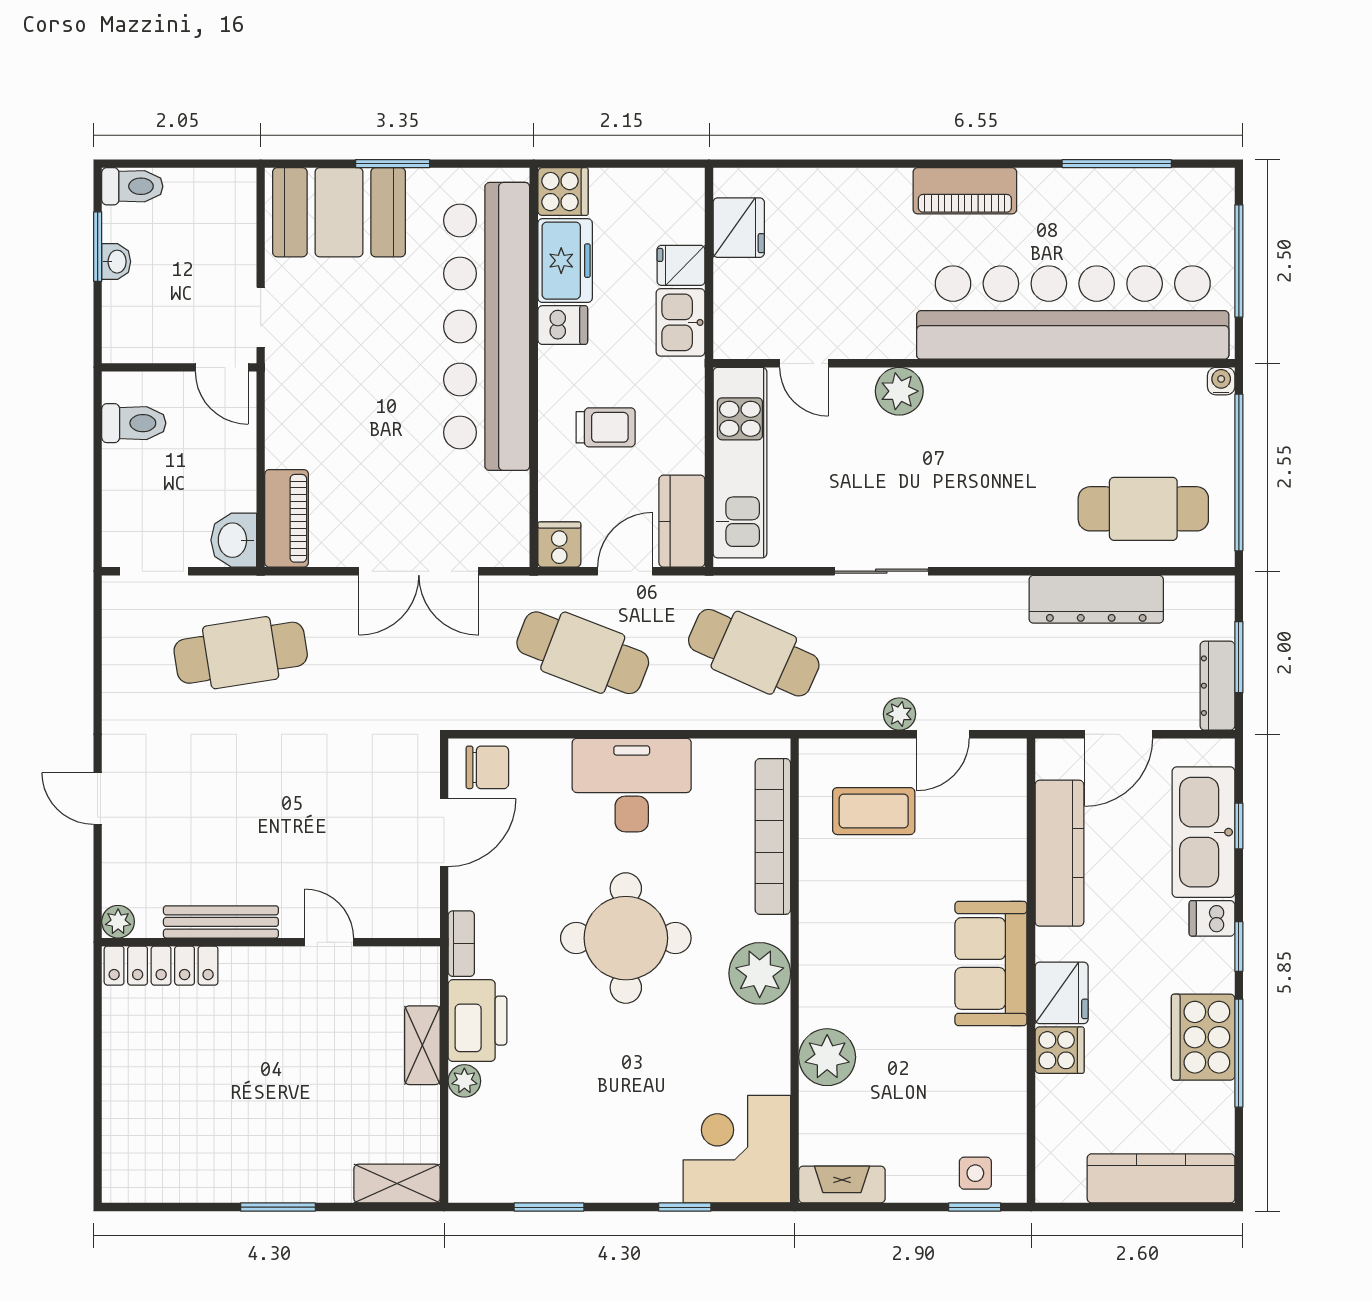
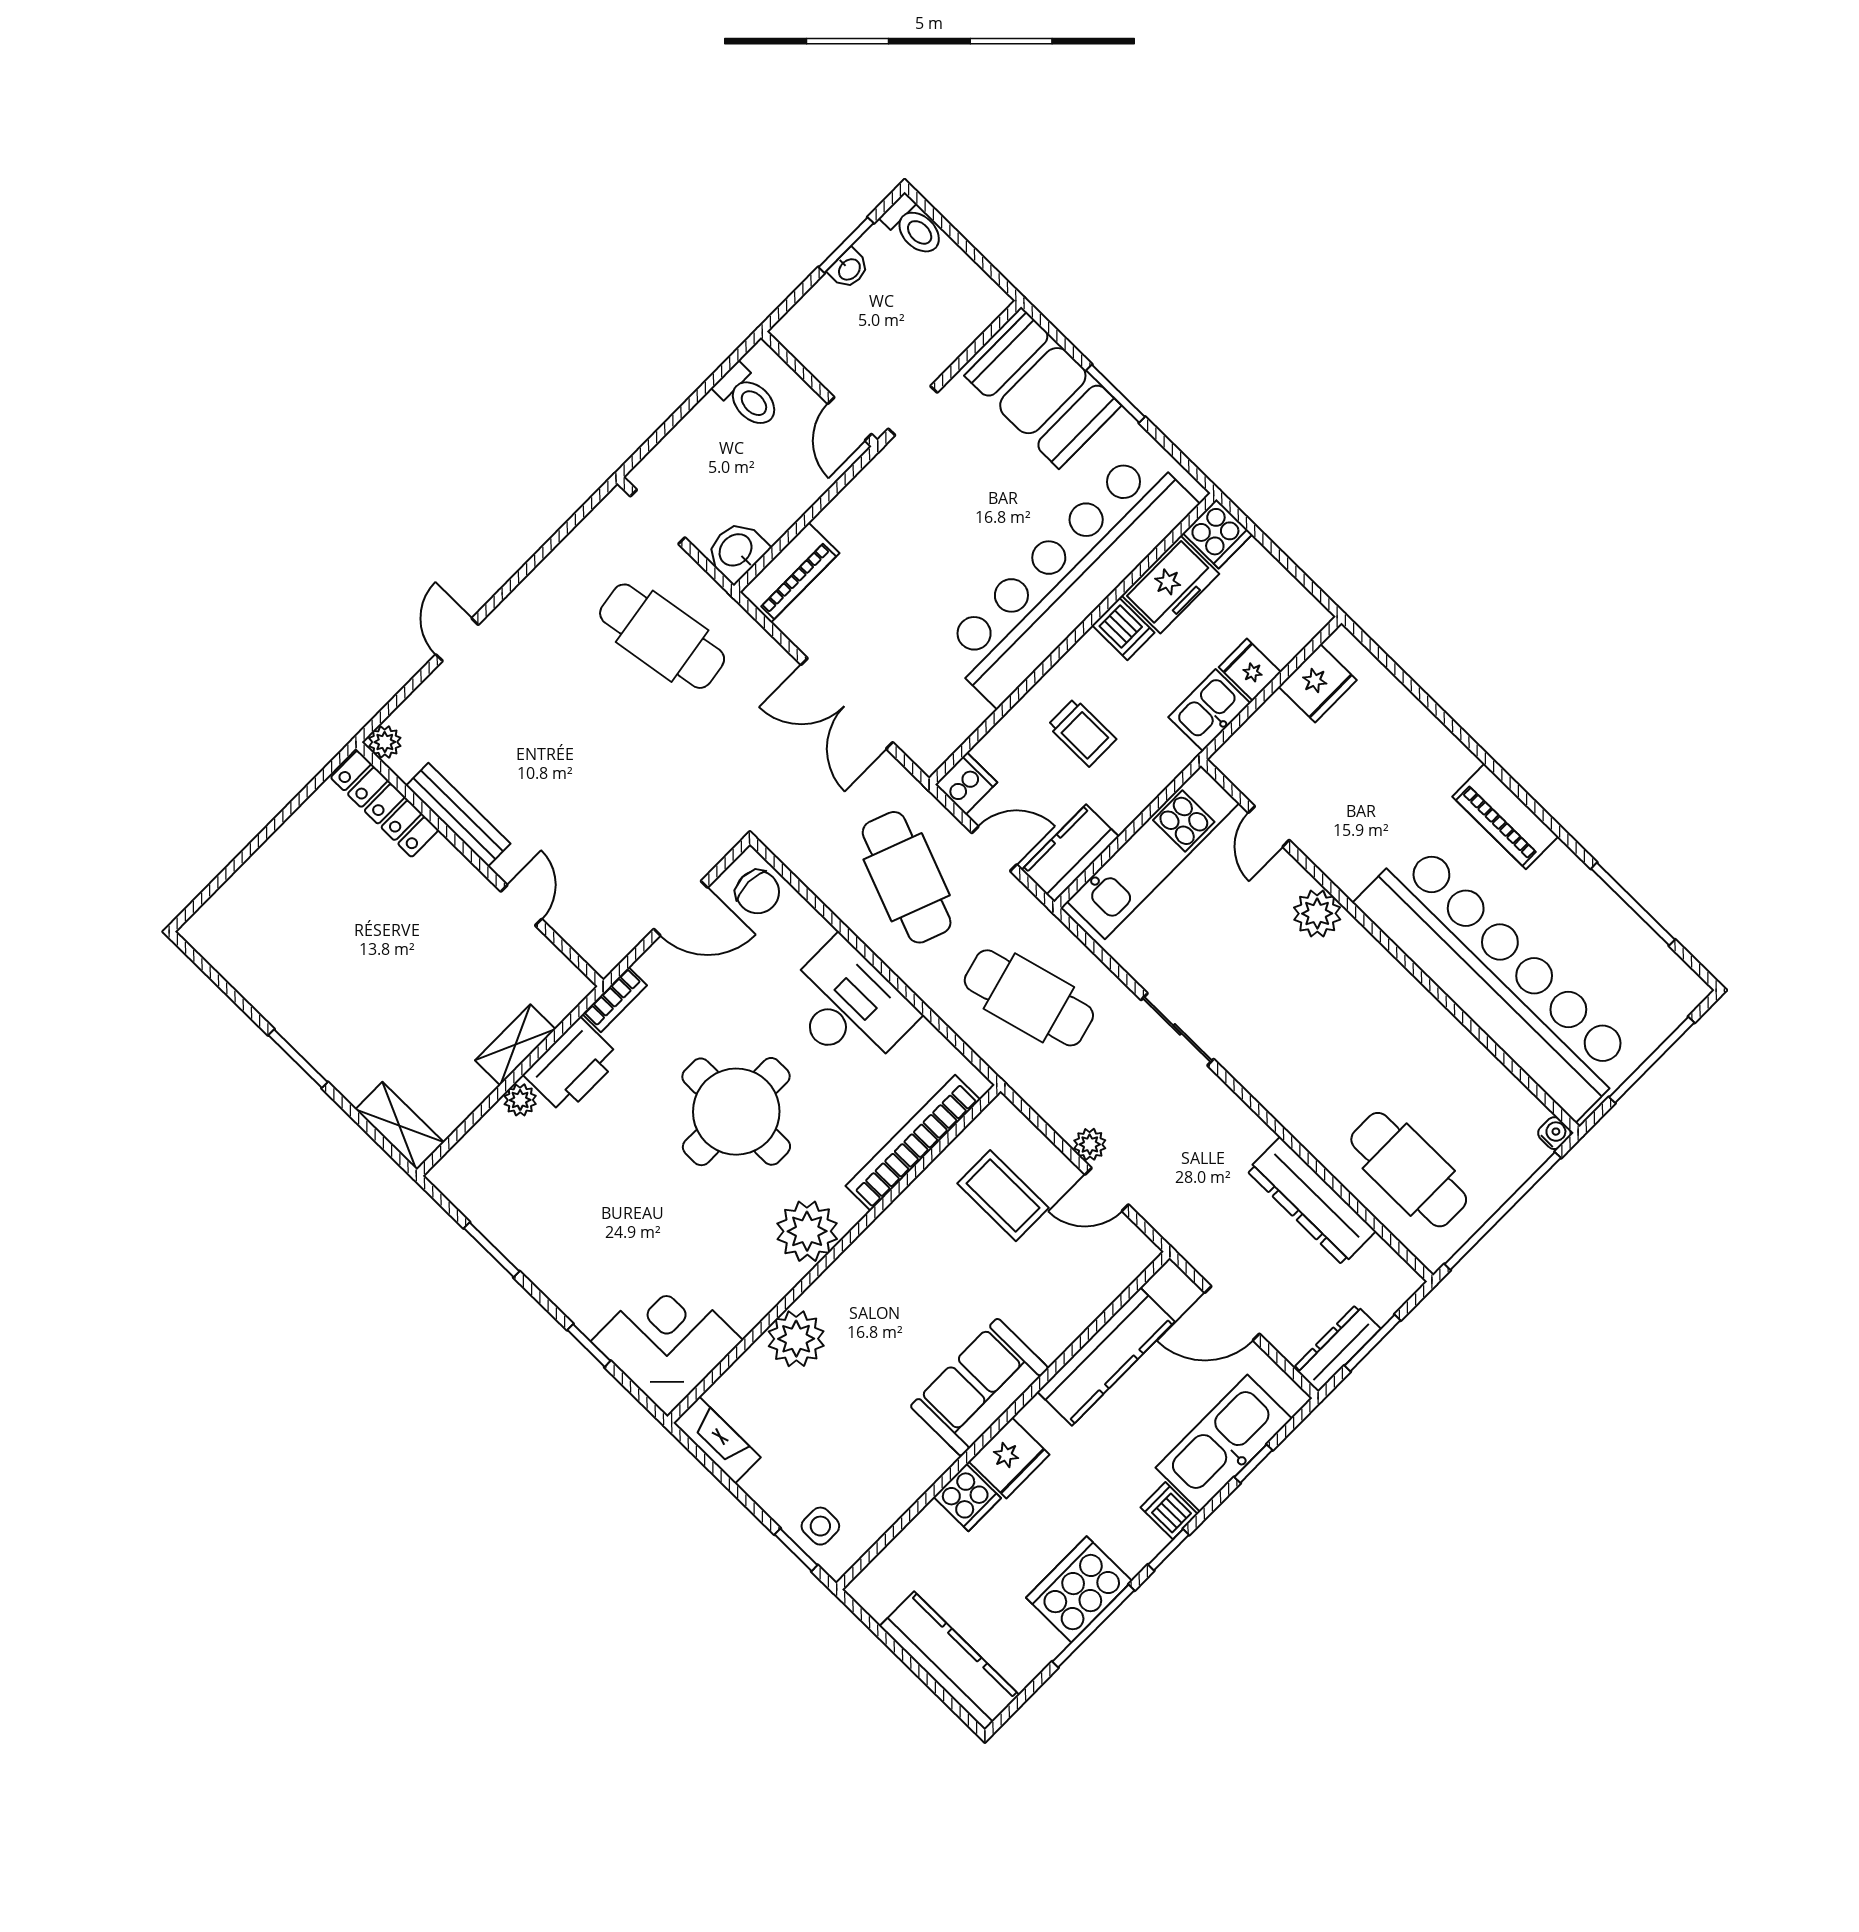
cafe table: (754, 653) -> (1029, 998), turned -39

